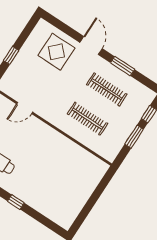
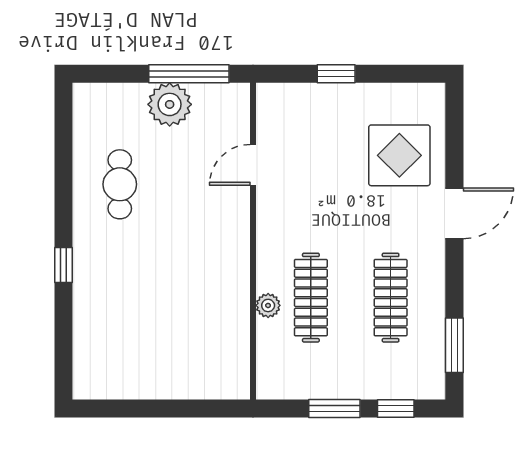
window: (123, 66) -> (454, 345), moved
door: (25, 108) -> (253, 165), hinge flipped
plant: (80, 136) -> (268, 305), added

